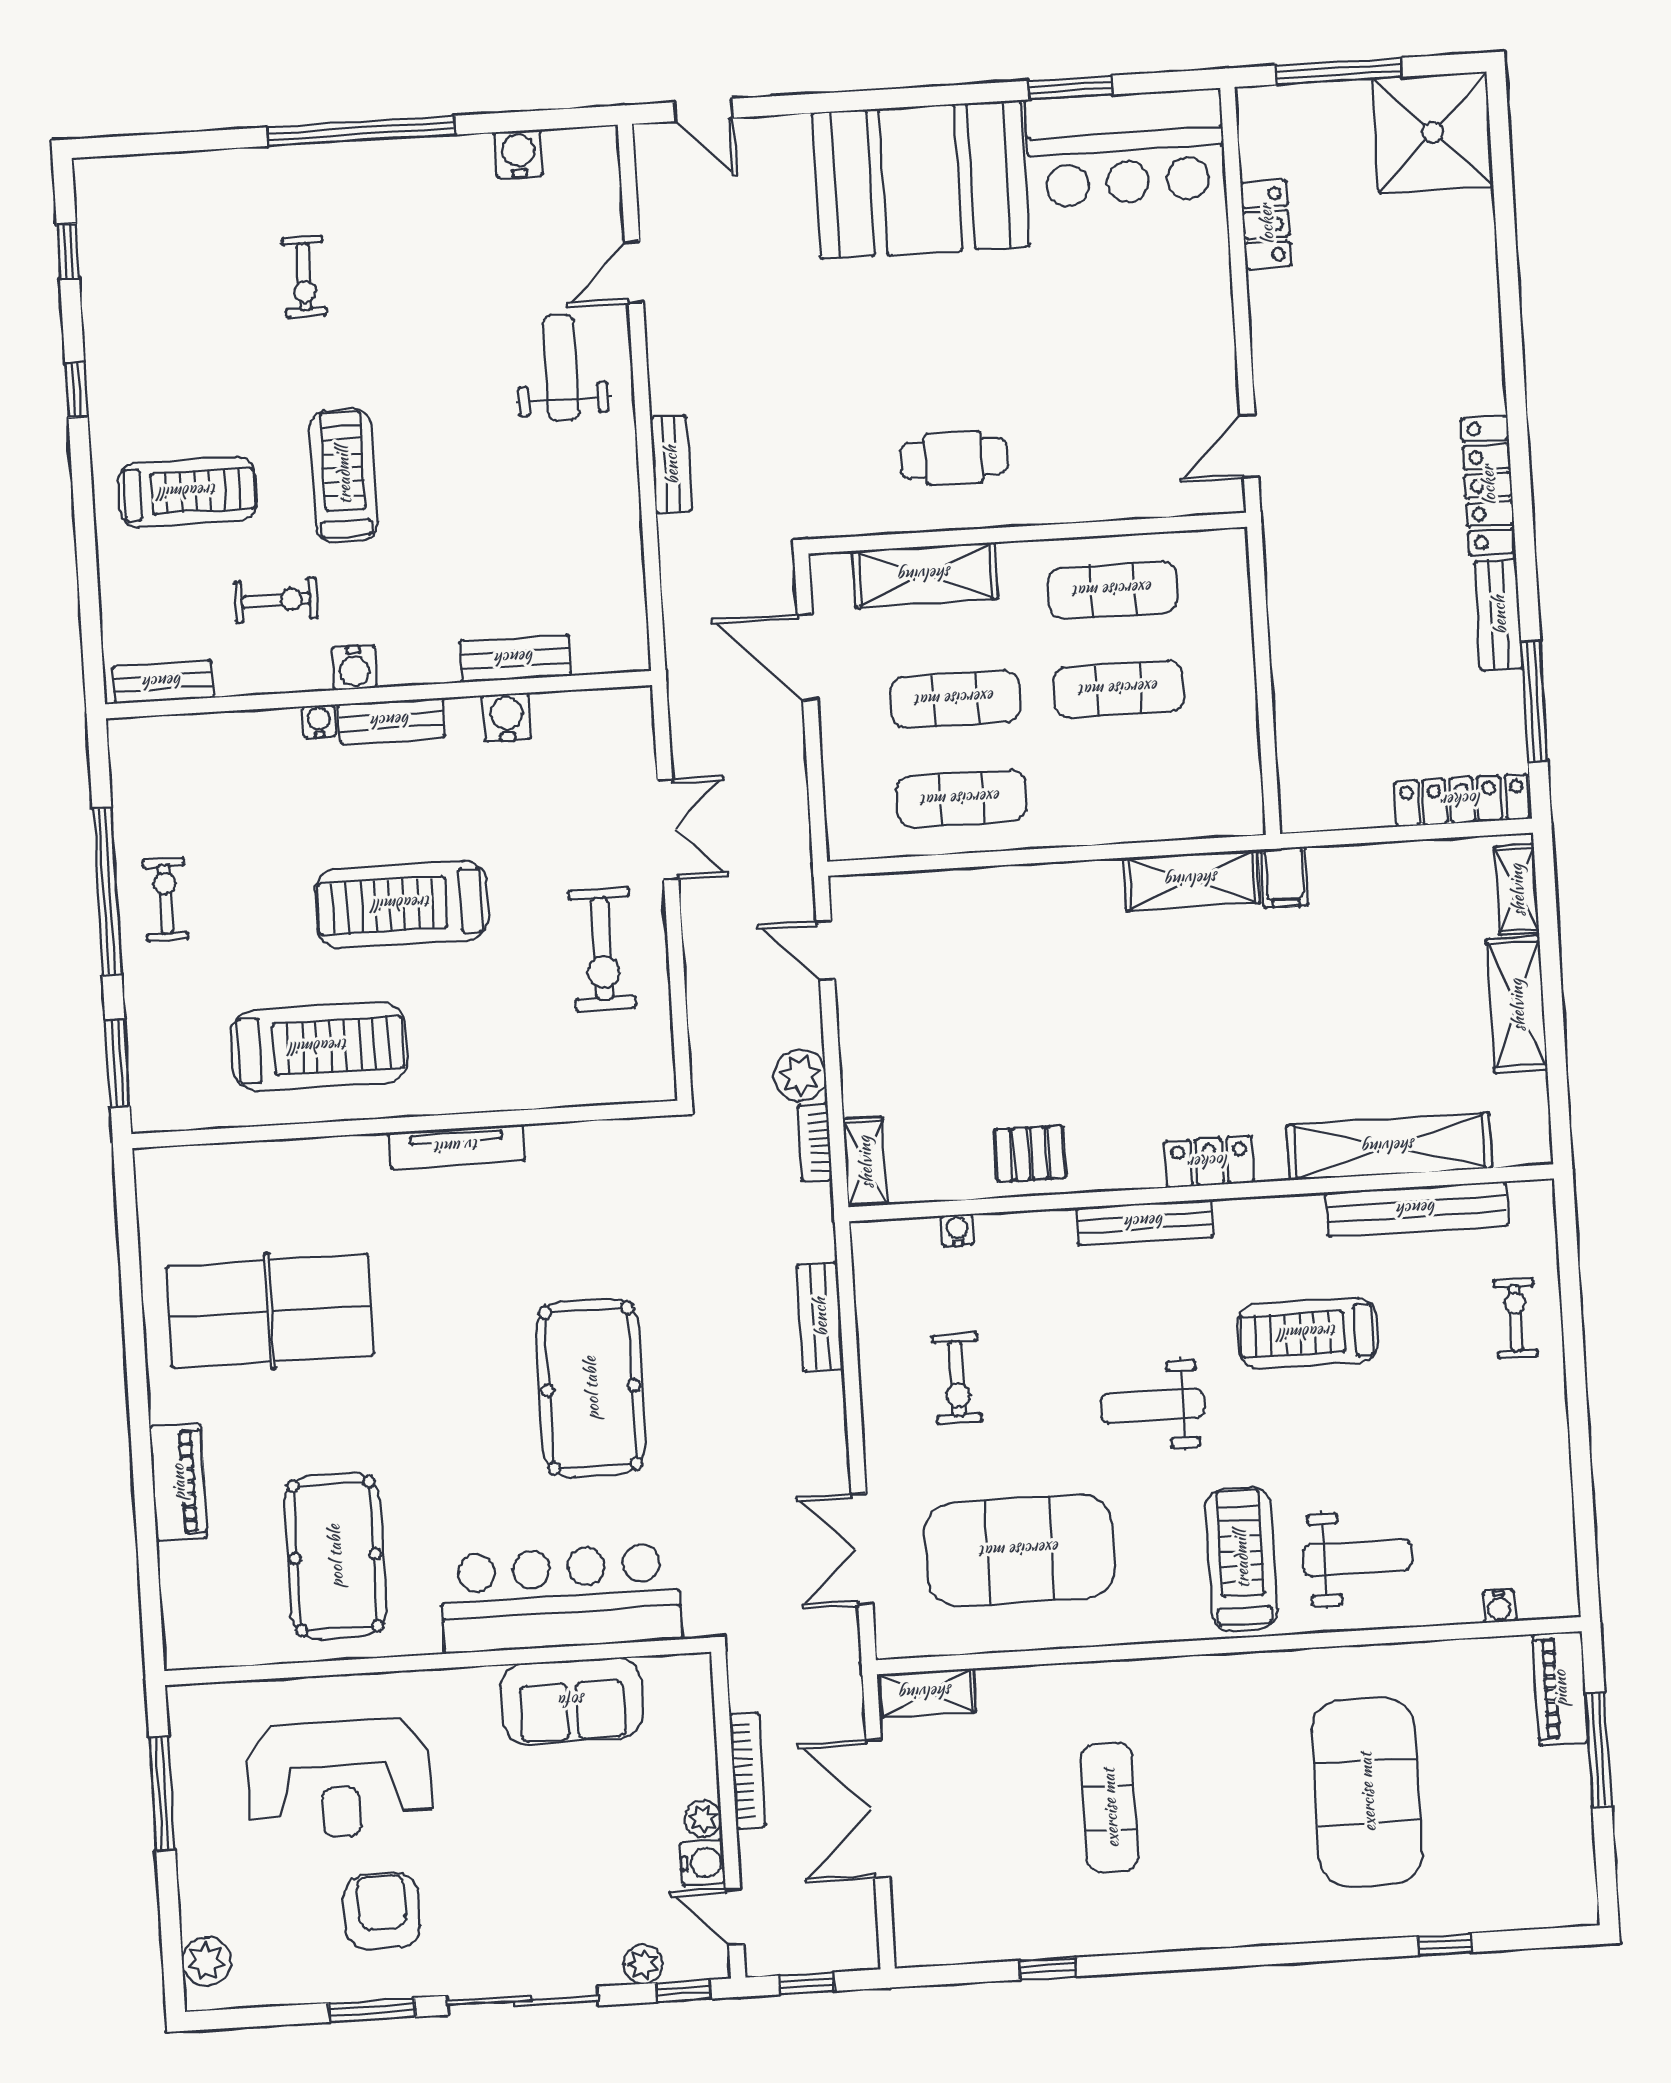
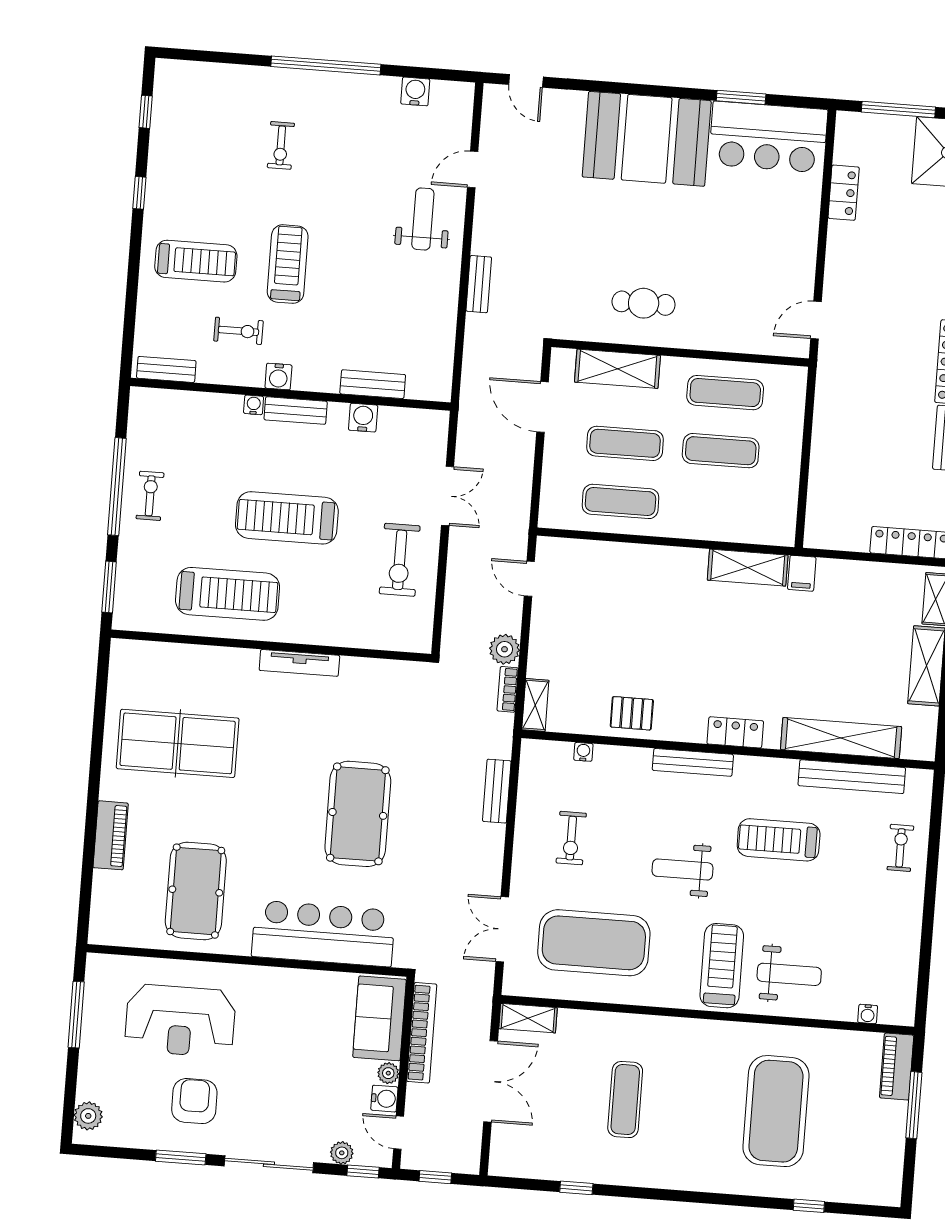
sofa: (572, 1701) -> (379, 1018), moved, turned 90
bookcase: (747, 1771) -> (422, 1033), width x1.48, depth x1.31
double door: (878, 1809) -> (491, 1081), swing flipped

